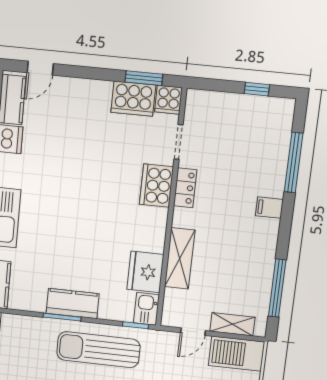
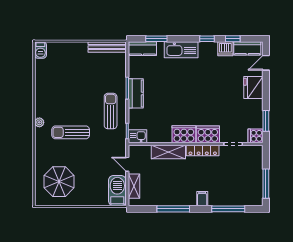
door: (40, 68) -> (266, 63), hinge flipped
window: (257, 89) -> (266, 184), width x2.17
cooker: (133, 99) -> (184, 134), moved, turned 90
locker: (185, 188) -> (203, 151), width x1.53
fridge: (145, 272) -> (253, 88), moved, turned -90
window: (277, 288) -> (173, 209), moved
sun lounger: (98, 350) -> (111, 111), width x0.73, depth x0.75

